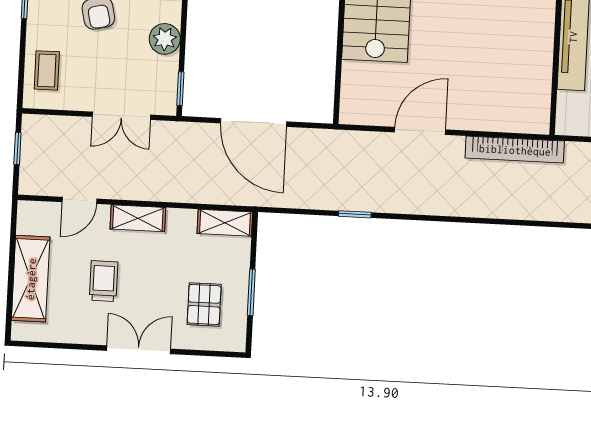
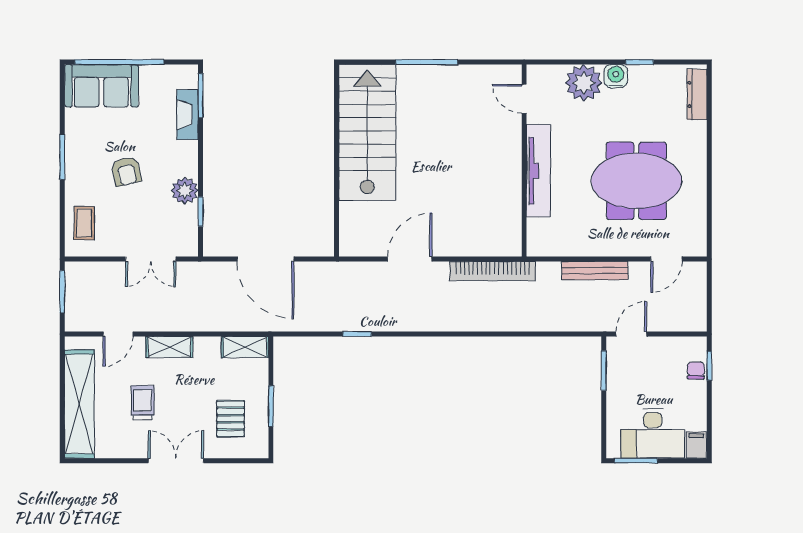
window: (180, 89) -> (201, 212), moved
window: (17, 148) -> (62, 292), width x1.50
shelving: (31, 279) -> (79, 404), width x1.47

